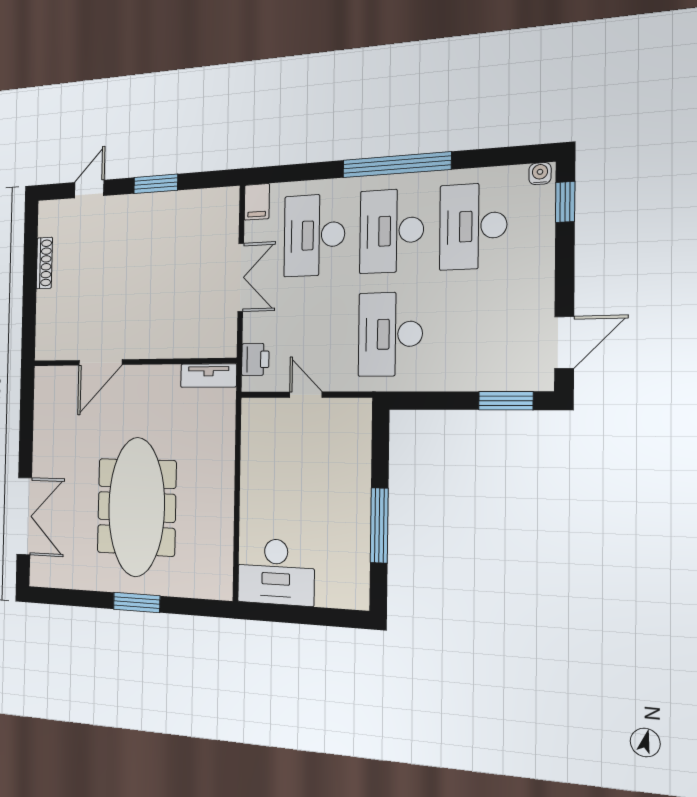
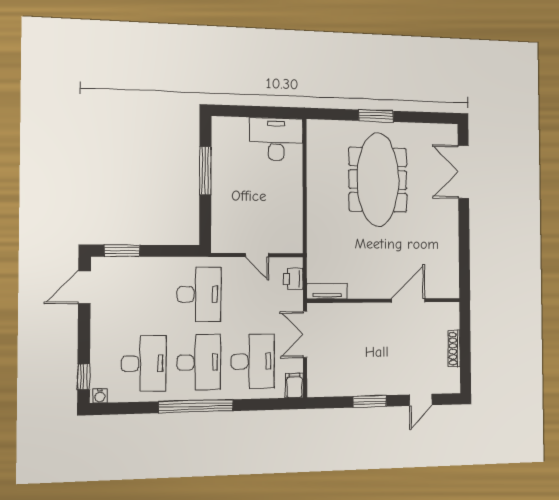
door: (100, 362) -> (408, 300), moved
wall: (132, 362) -> (384, 301), moved
tv unit: (209, 376) -> (327, 291), moved

